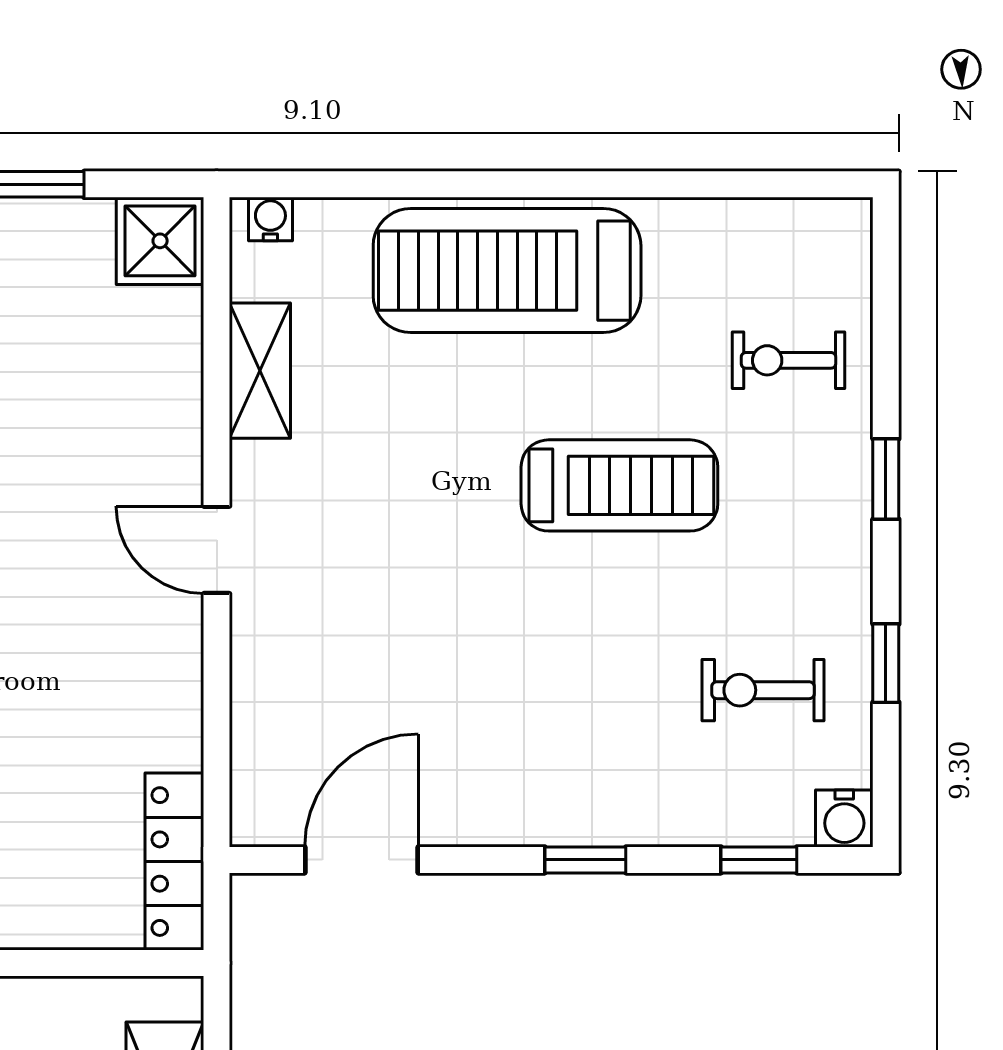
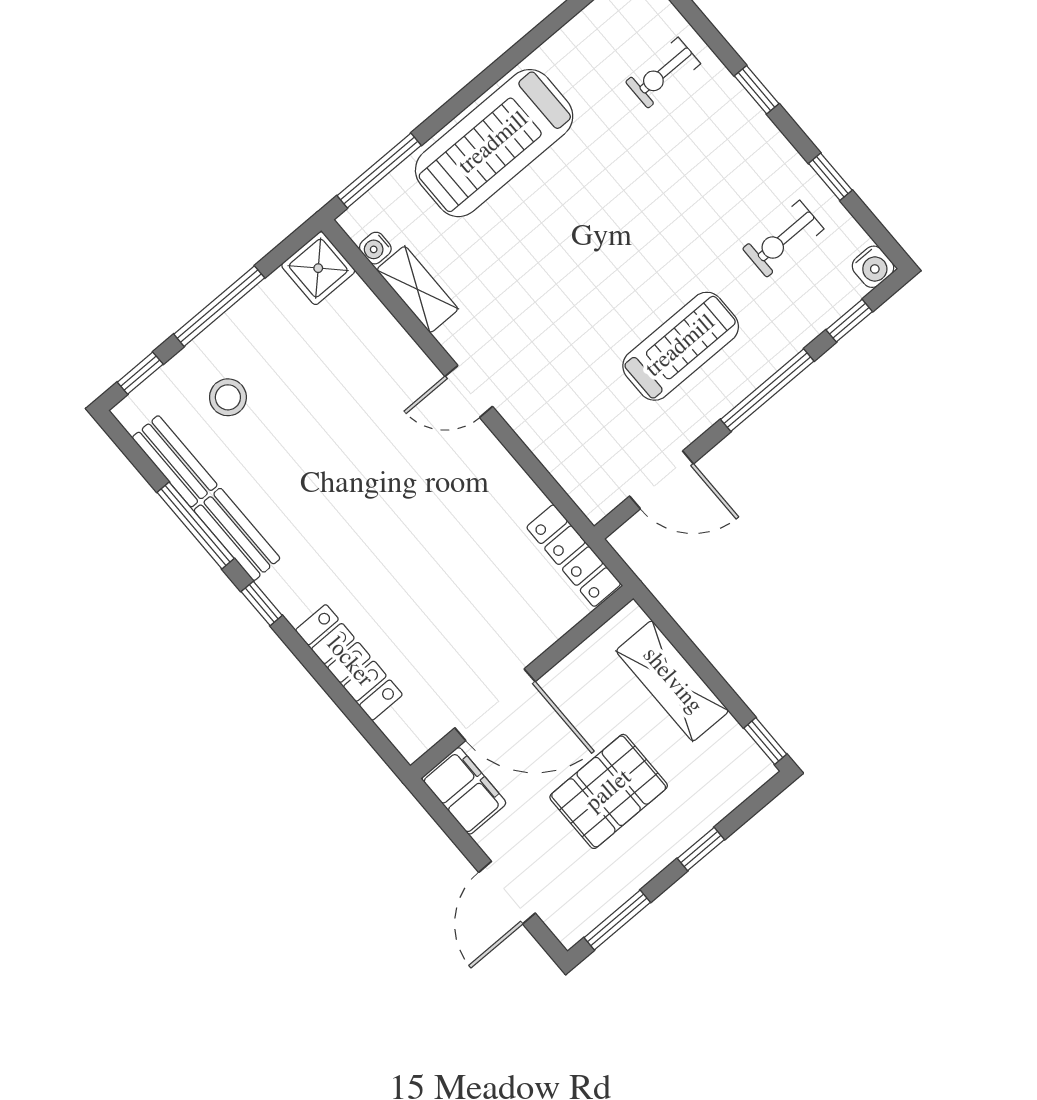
window: (337, 184) -> (379, 171), added
water cooler: (270, 219) -> (375, 248), moved, turned -90
treadmill: (619, 485) -> (681, 346), moved
door: (361, 860) -> (661, 480), swing flipped
window: (585, 860) -> (767, 390), width x2.17

